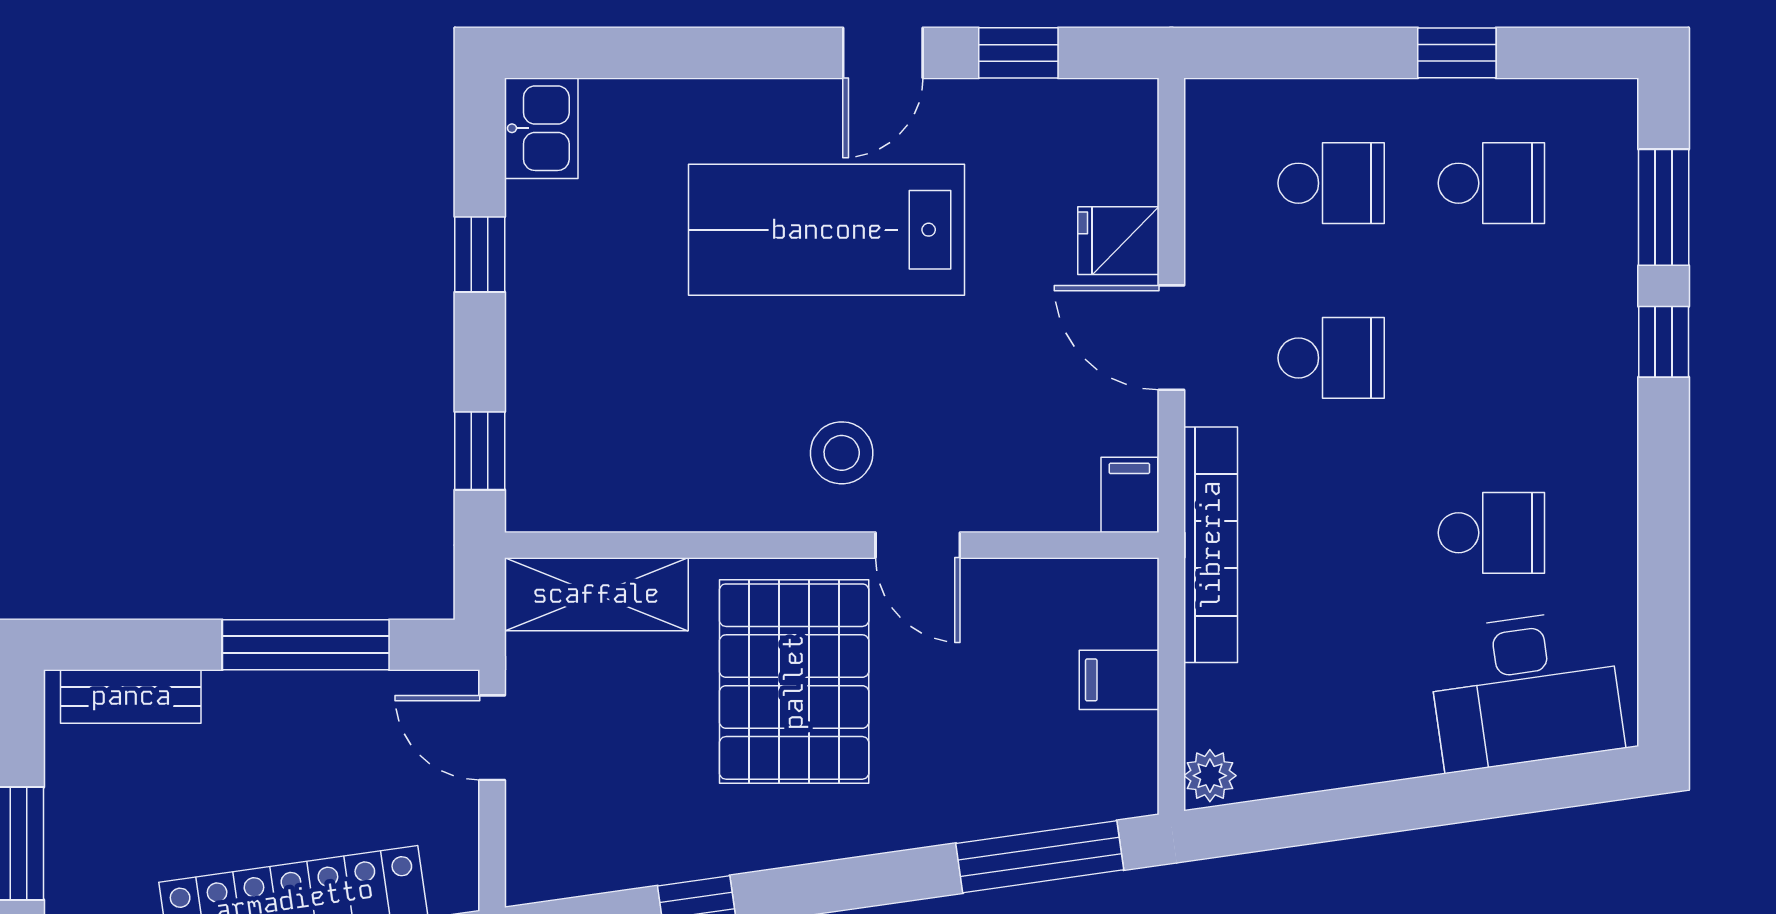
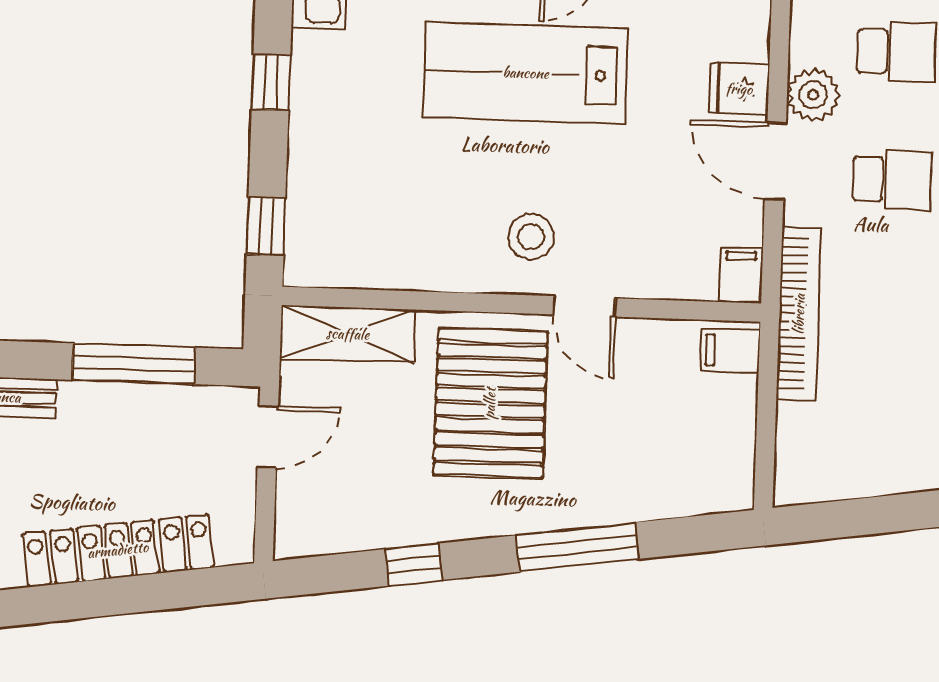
filing cabinet: (1119, 680) -> (730, 351), moved
door: (492, 738) -> (268, 437), swing flipped
plant: (1210, 776) -> (813, 95), moved, width x1.38, depth x1.38
window: (1040, 857) -> (577, 547), moved

